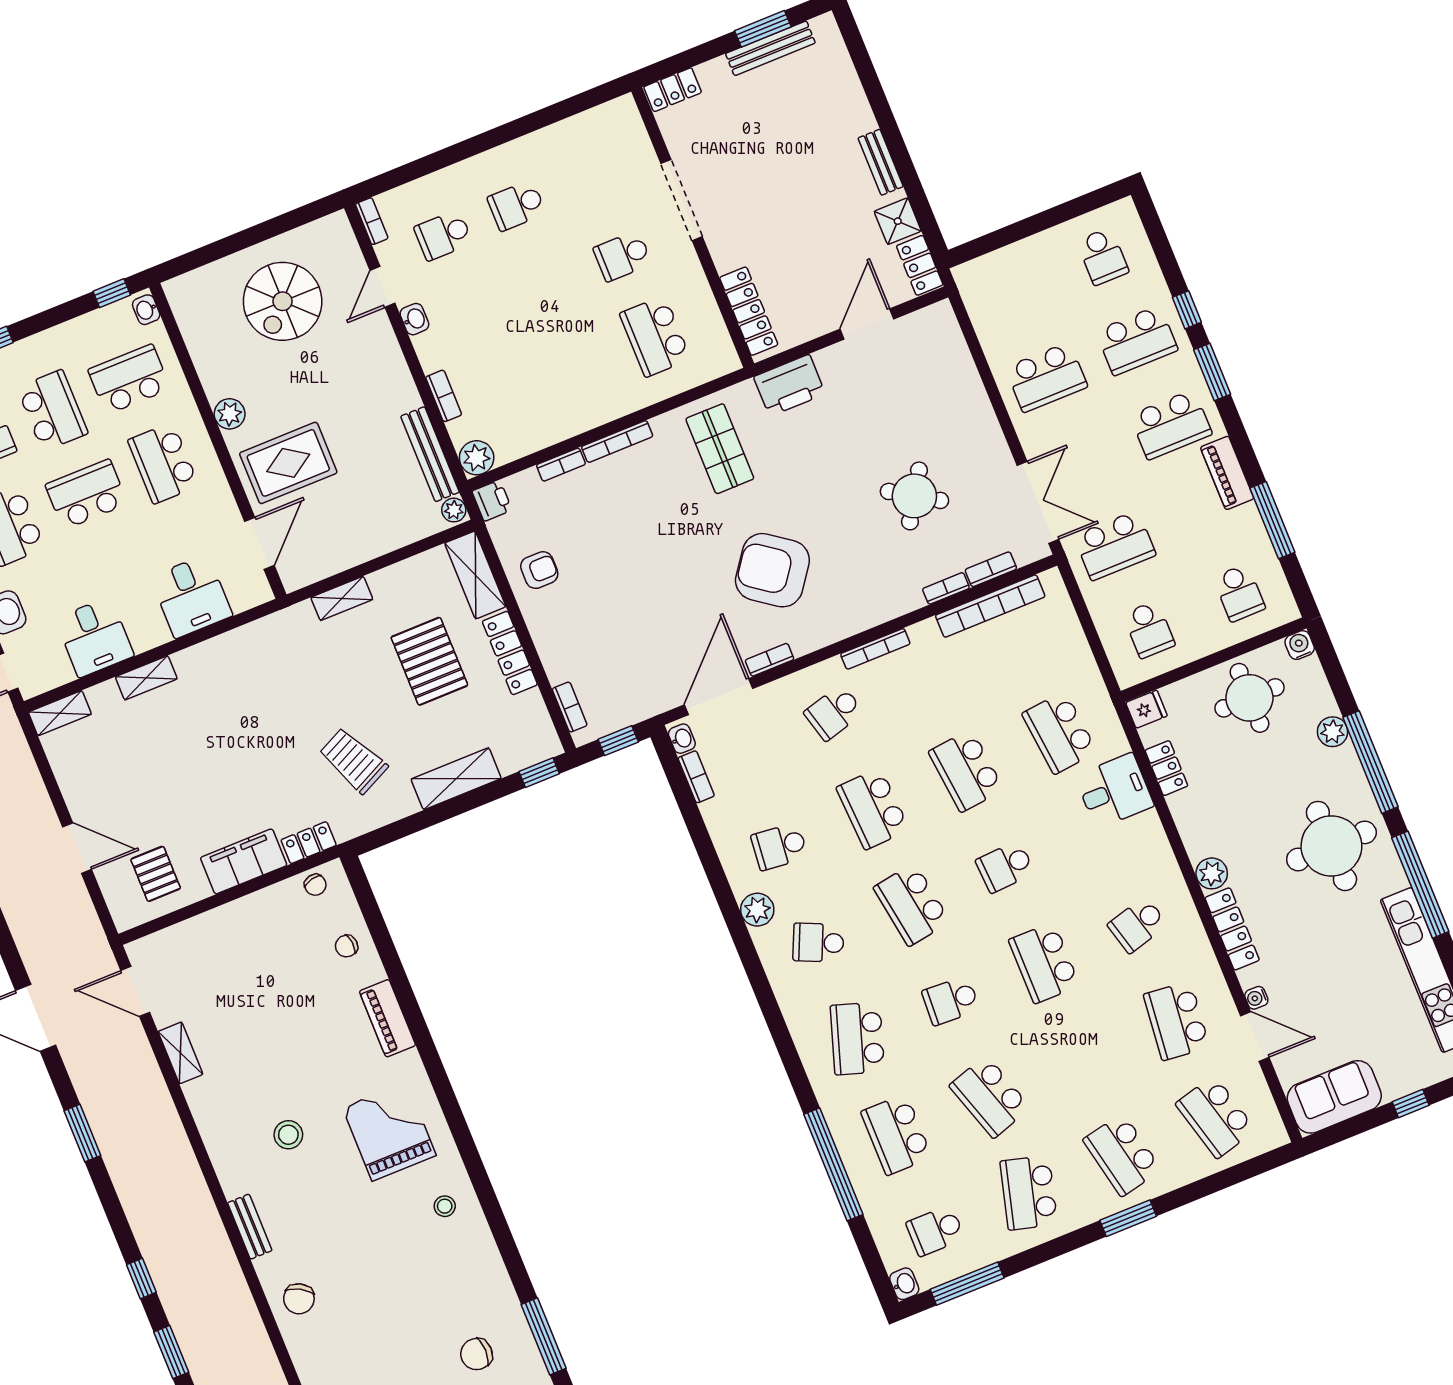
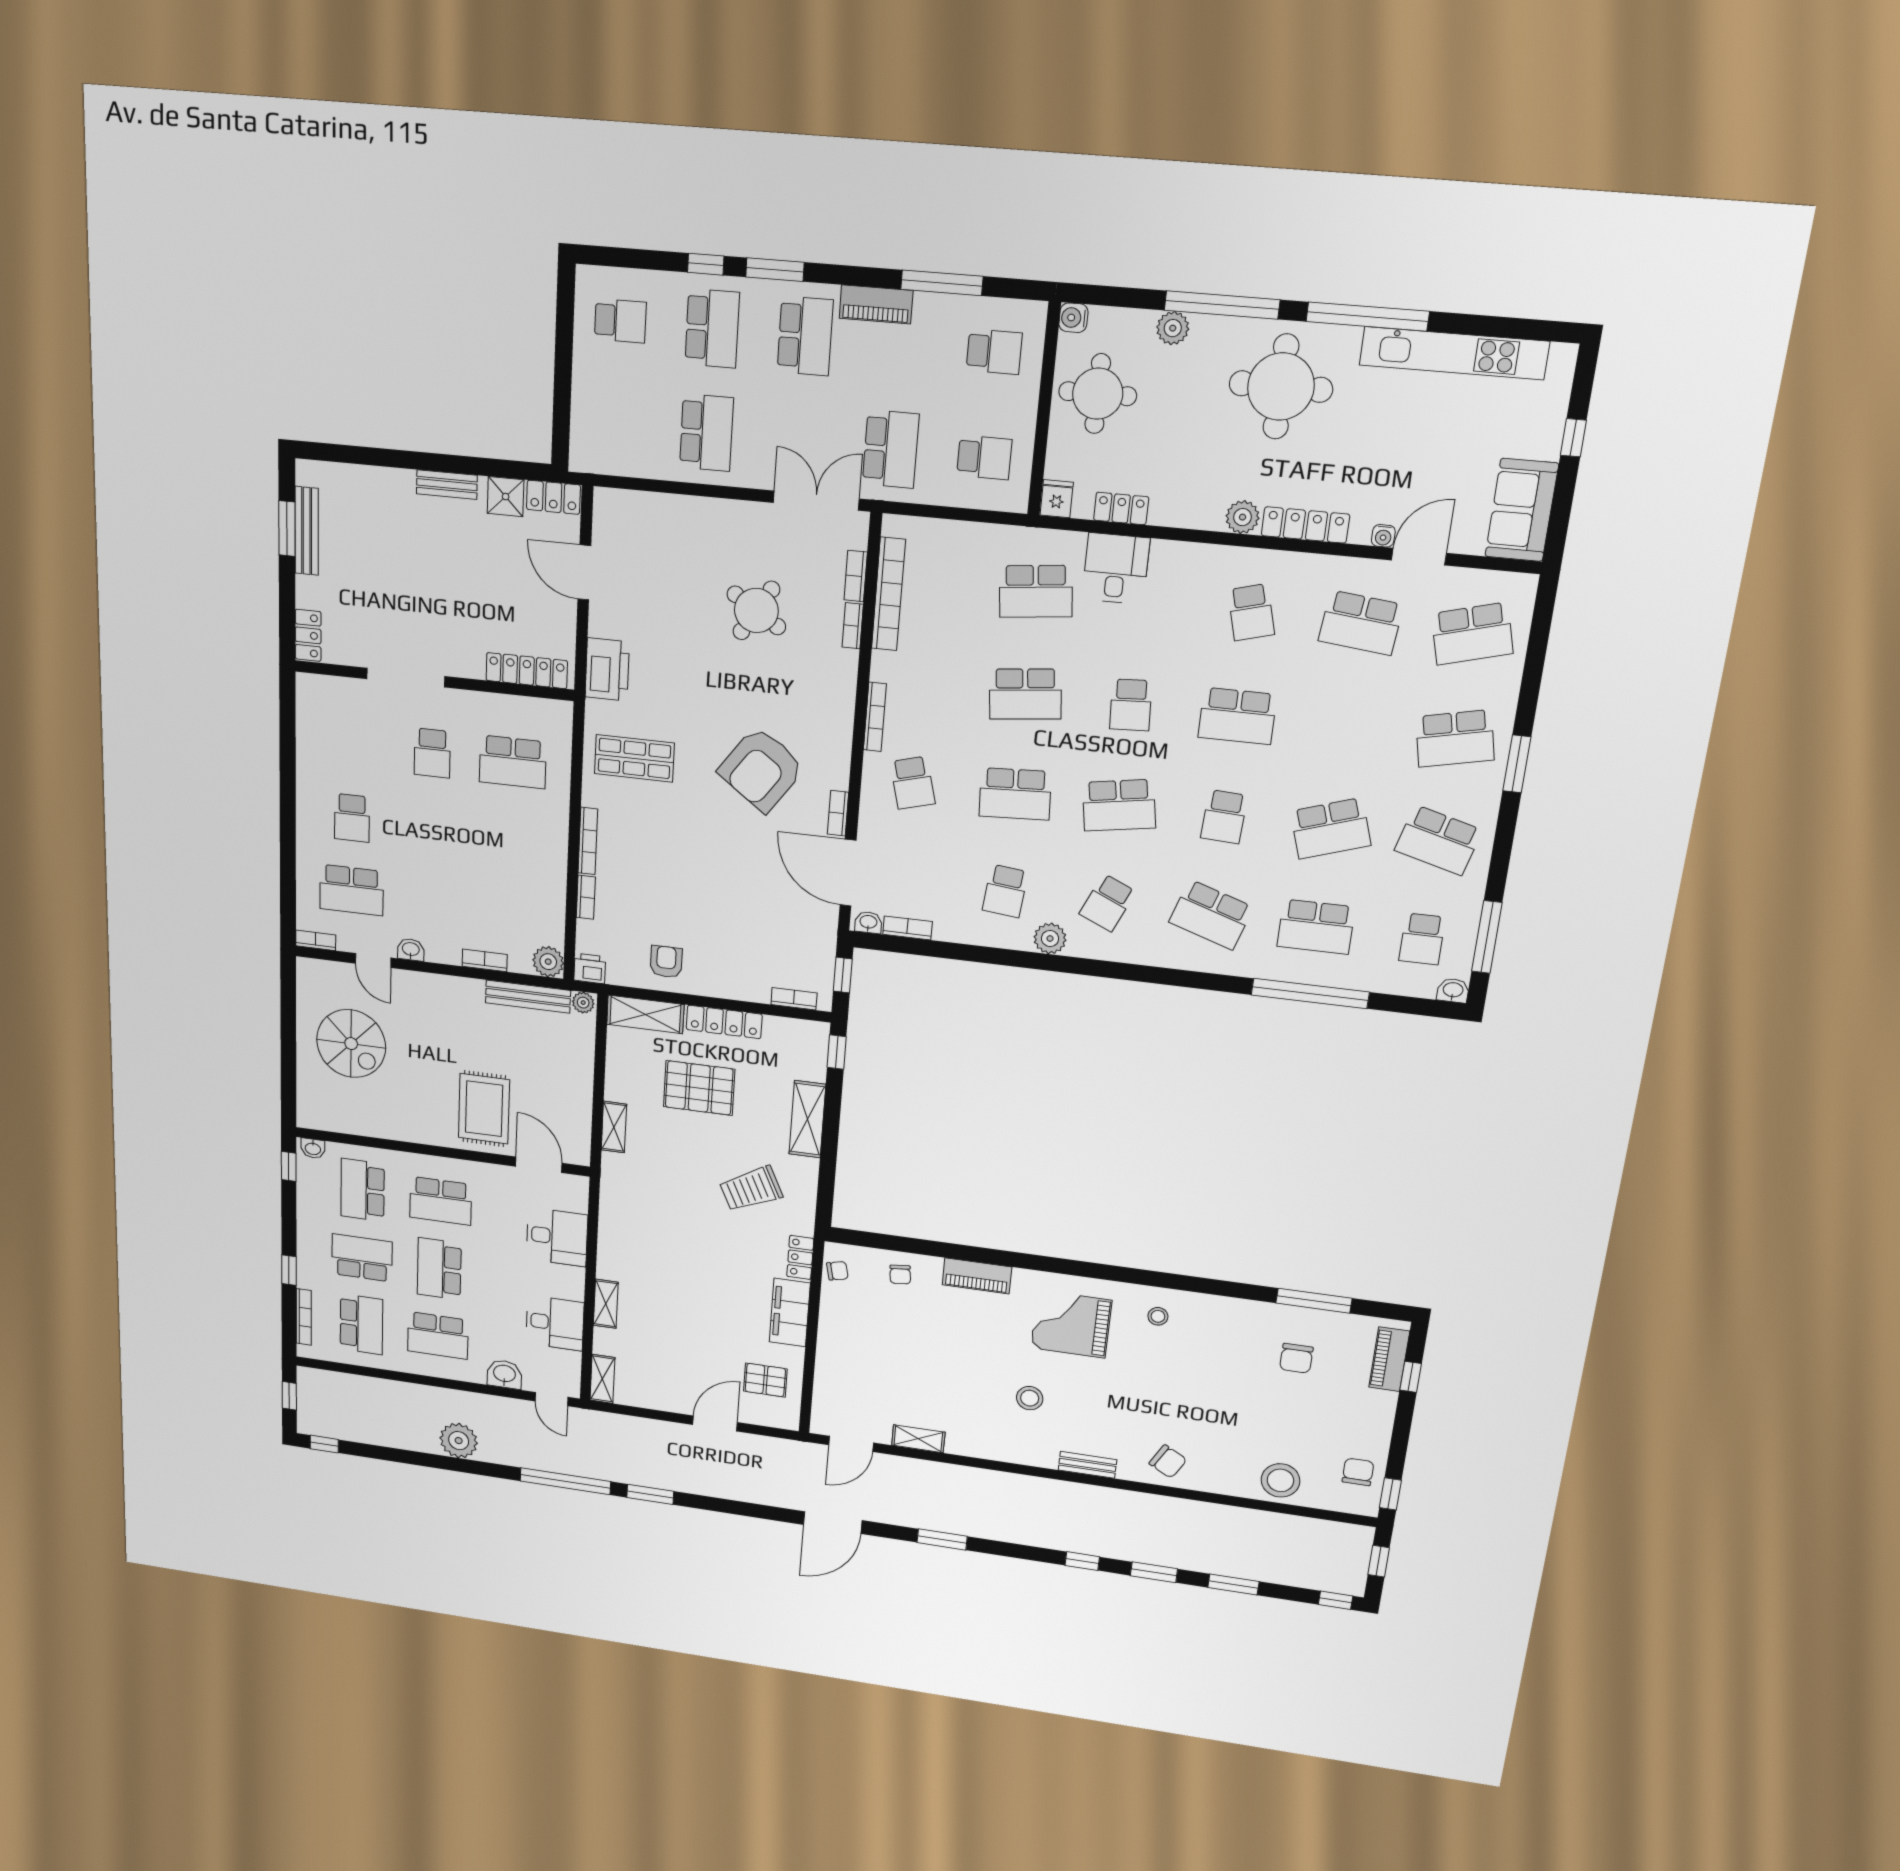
school desk: (443, 235) -> (351, 890), width x1.85
plant: (230, 414) -> (424, 1131), removed

